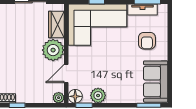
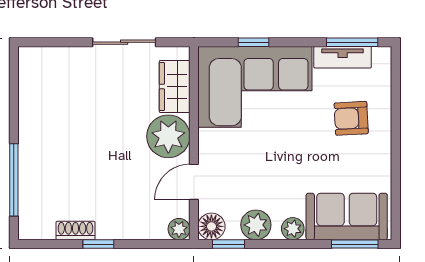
armchair: (147, 41) -> (351, 118), turned 87
sofa: (156, 82) -> (347, 216), moved, turned 90
plant: (117, 97) -> (293, 229), added

